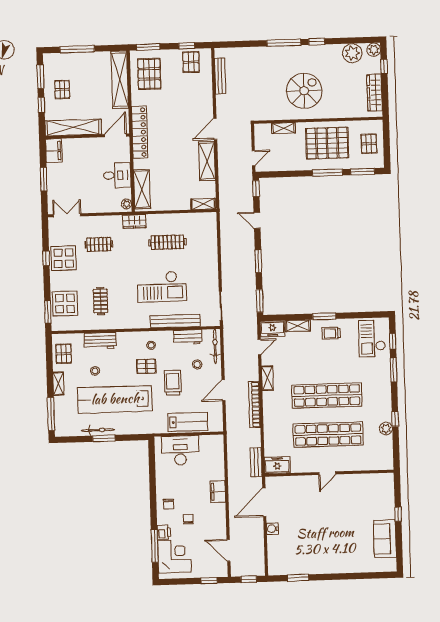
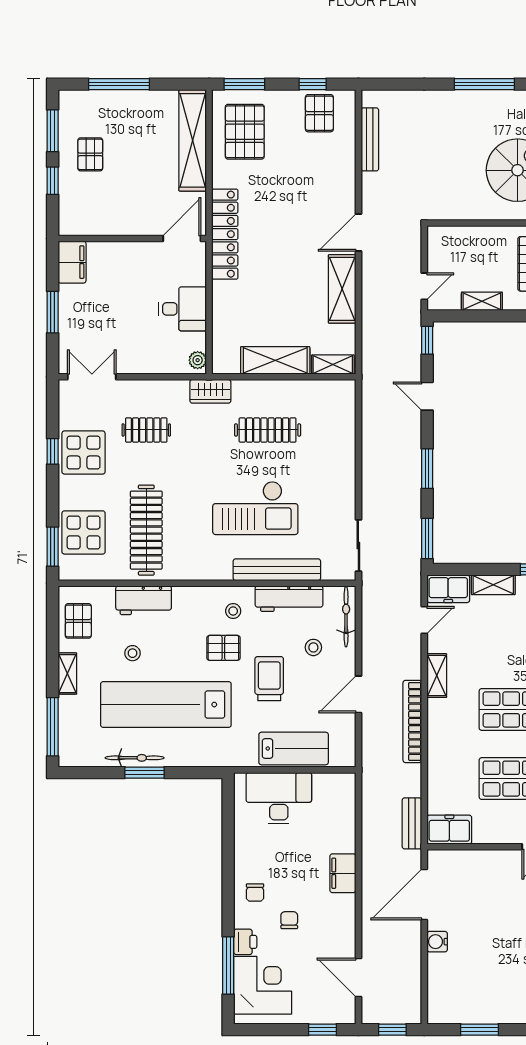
shelving: (73, 128) -> (108, 222), removed
shelving: (283, 128) -> (482, 301), moved
shelving: (142, 189) -> (275, 360), moved, turned 90
clothes rail: (100, 301) -> (146, 530), width x1.86, depth x1.31
workbench: (188, 337) -> (289, 599), width x1.38

